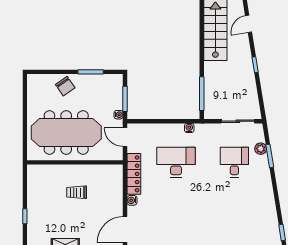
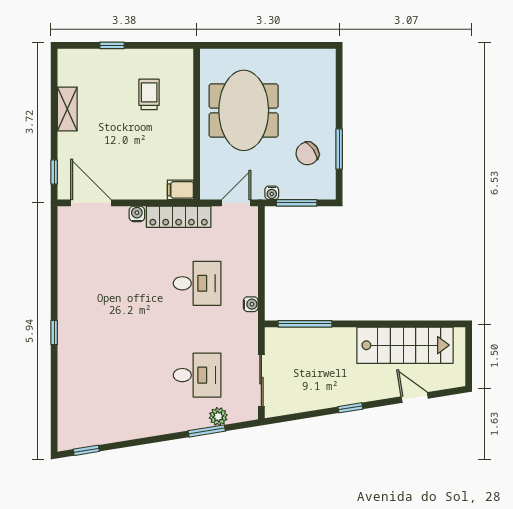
chair: (65, 86) -> (307, 153), moved
meeting table: (66, 133) -> (244, 110), width x0.73
desk: (176, 162) -> (197, 283), width x0.73
filing cabinet: (117, 173) -> (180, 190), added
trolley: (77, 192) -> (149, 94), moved

